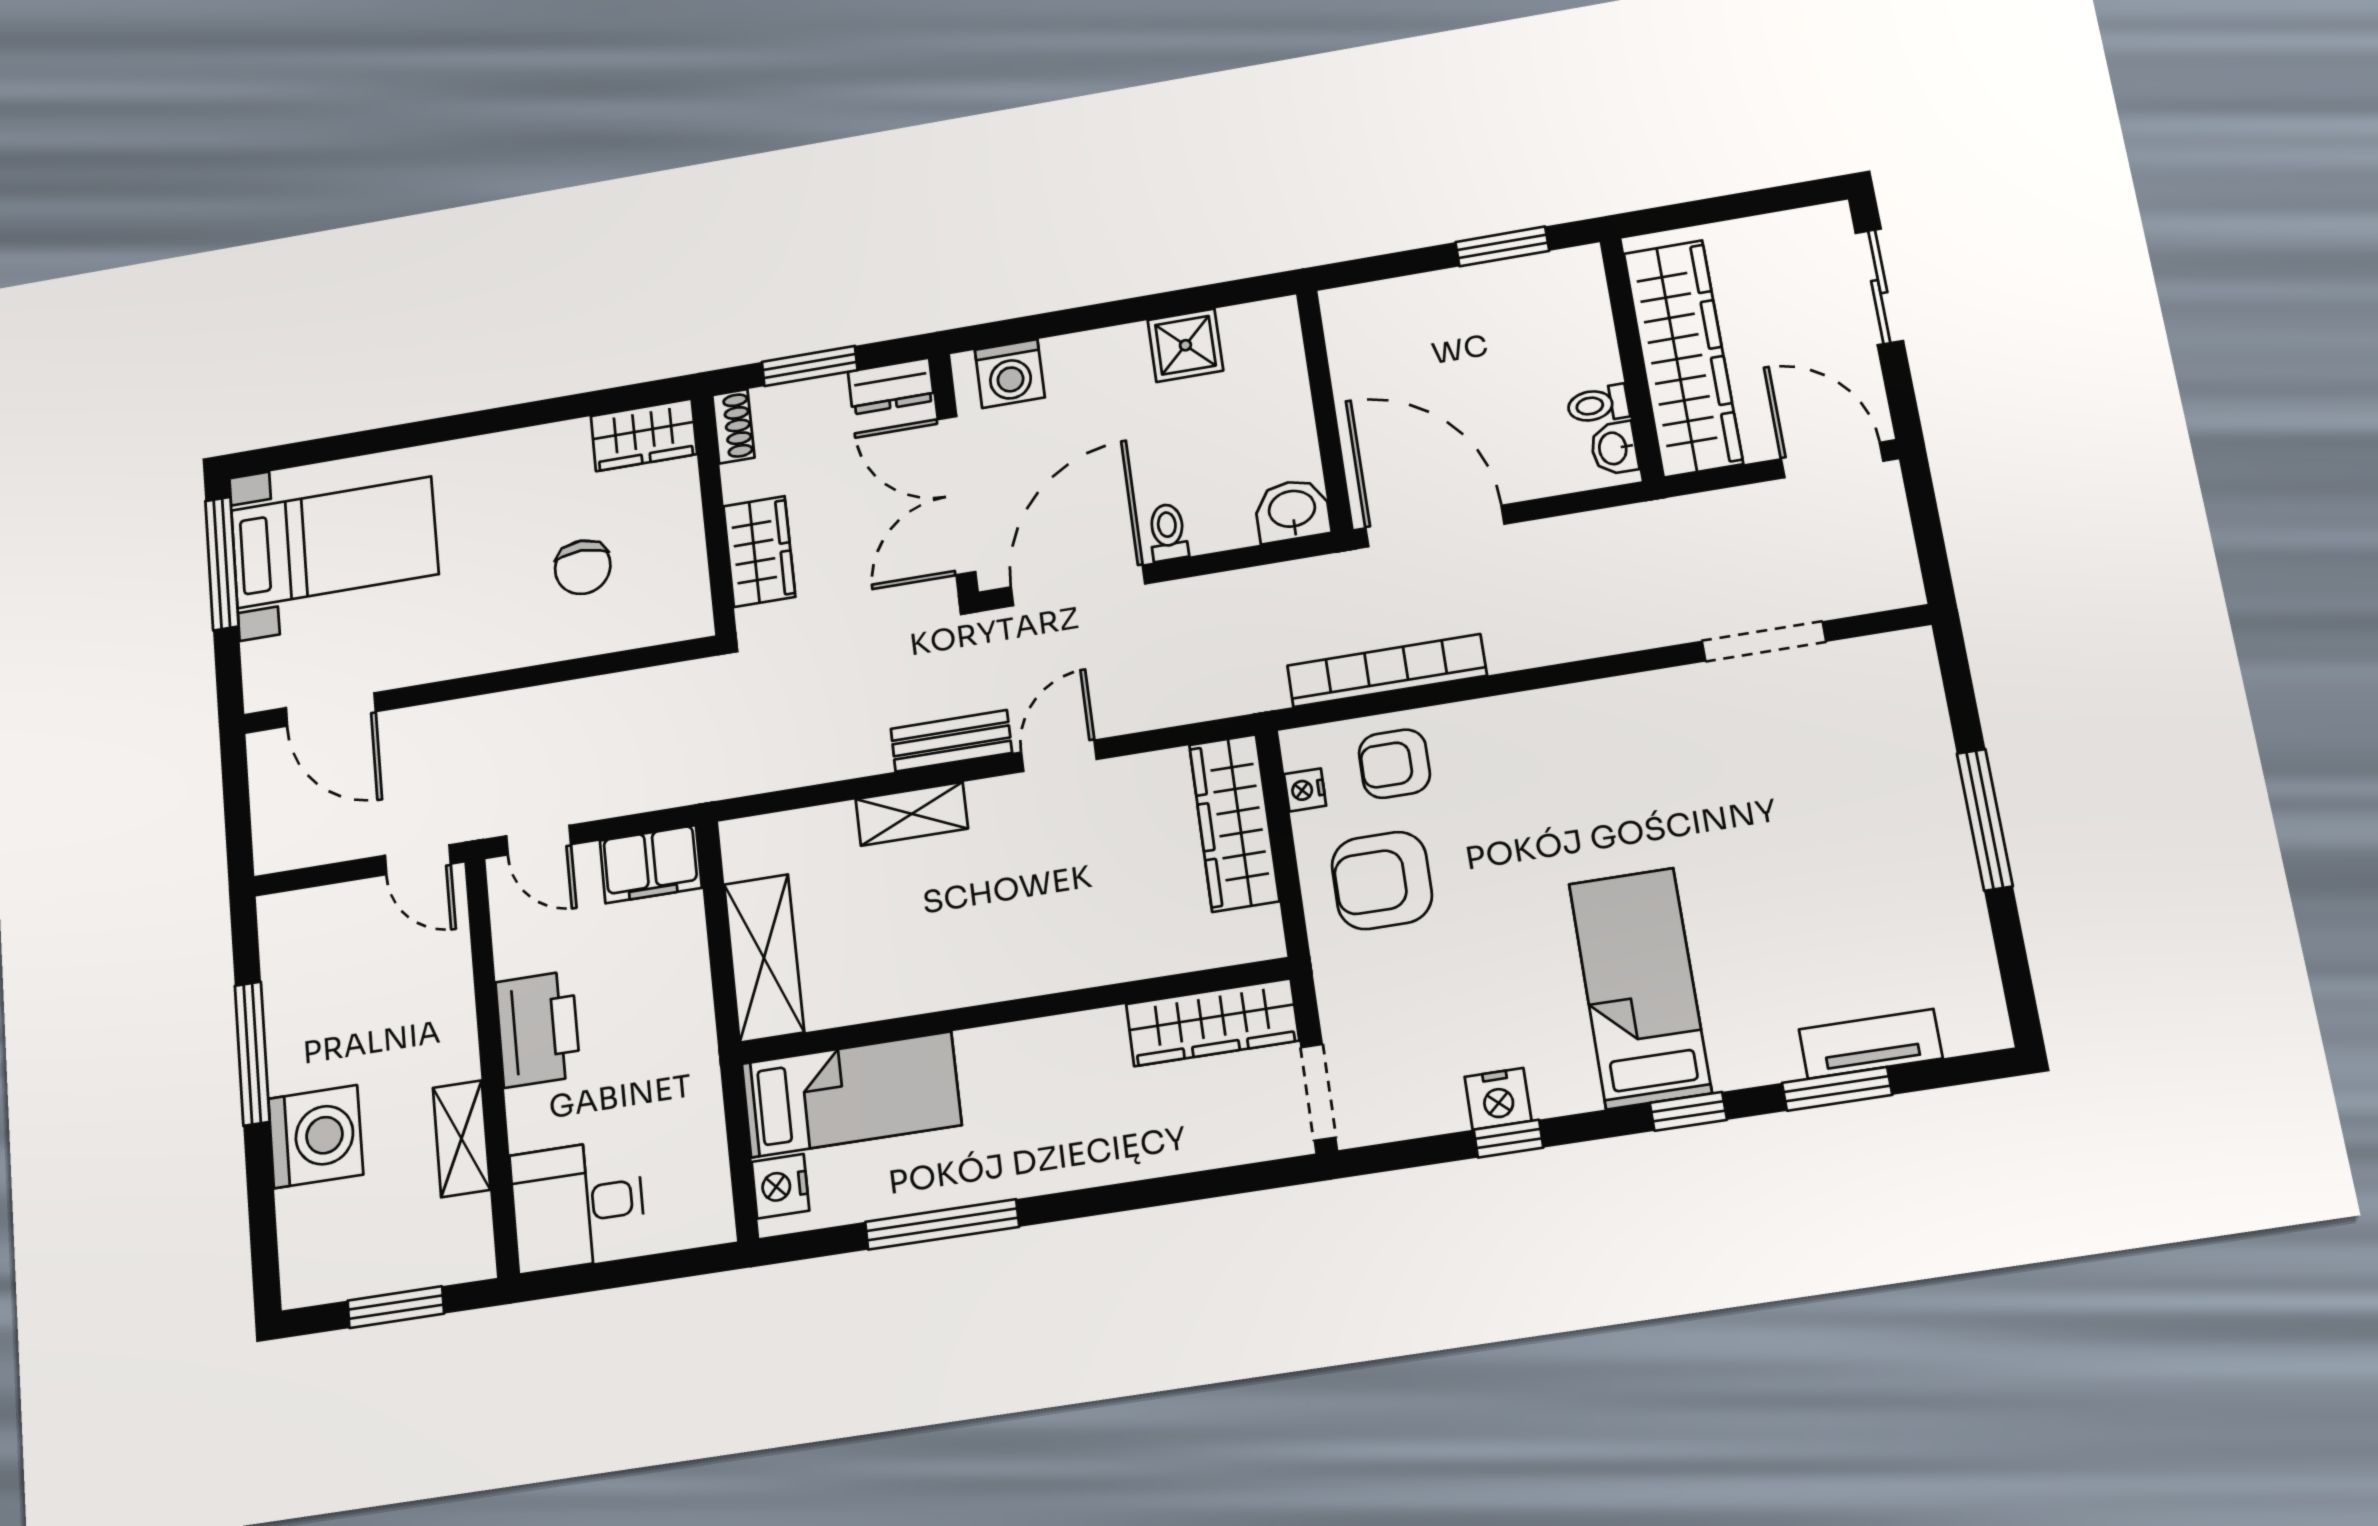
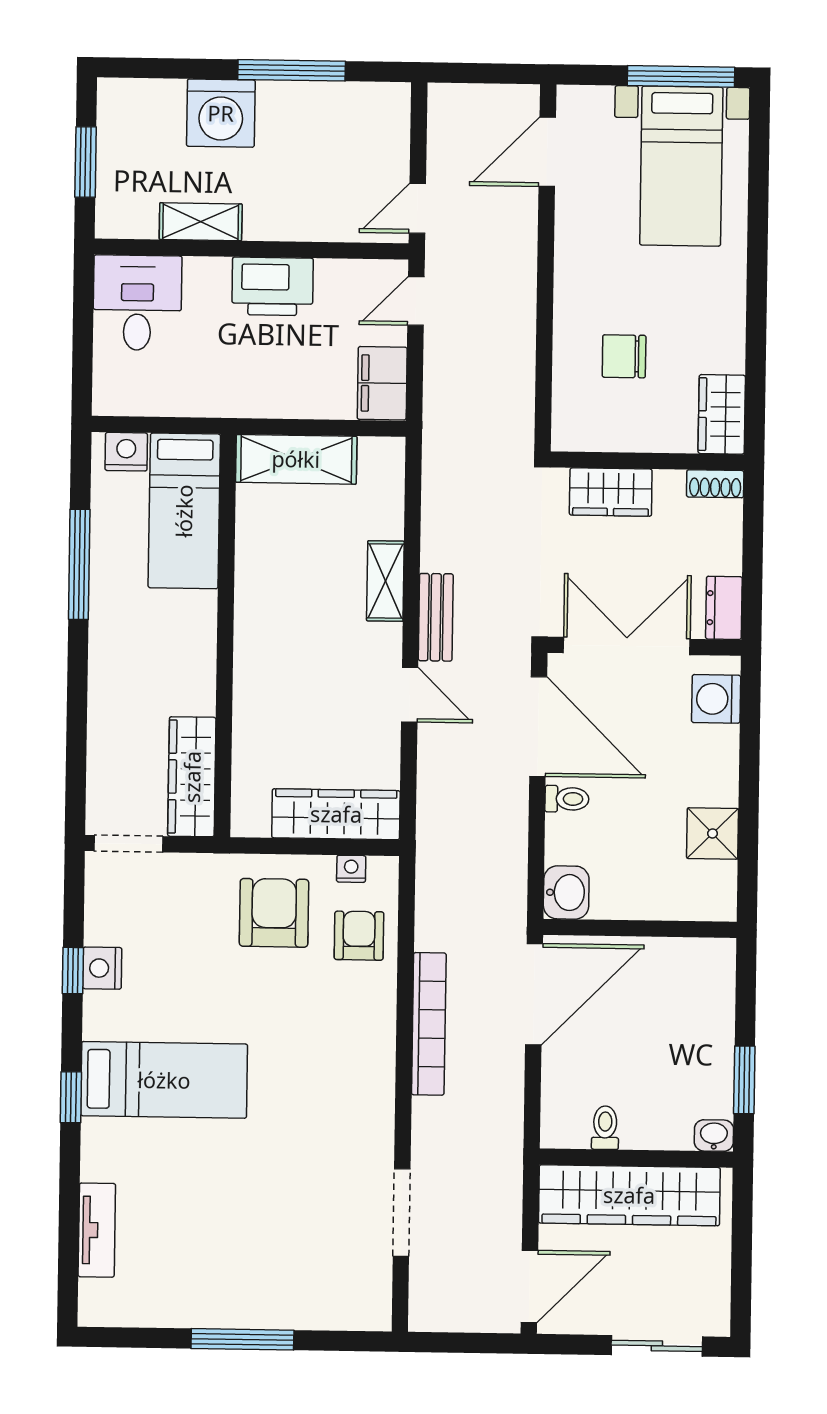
window: (810, 366) -> (753, 548), removed
washbasin: (1614, 448) -> (714, 1135), moved
bookcase: (1387, 671) -> (429, 1024), moved
window: (1837, 1089) -> (69, 1201), removed

